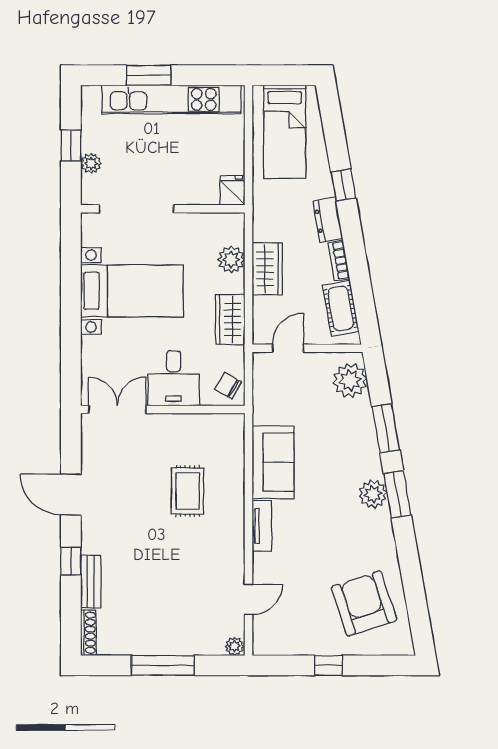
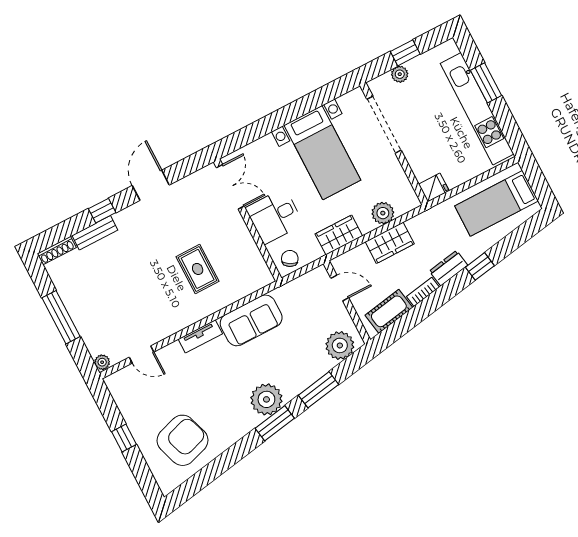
rug: (188, 491) -> (198, 269), turned 90
plant: (373, 494) -> (266, 399), width x1.36, depth x1.36

